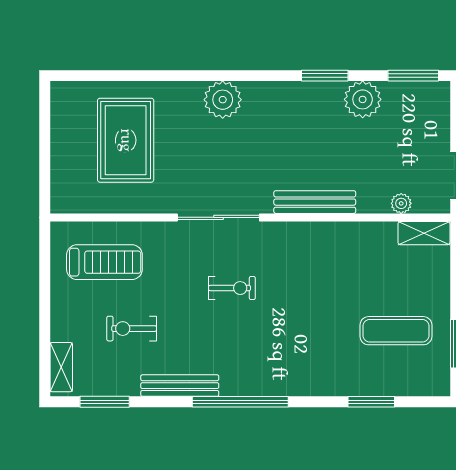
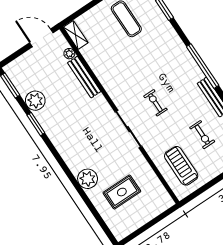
plant: (223, 100) -> (88, 179), moved
rug: (126, 140) -> (122, 192), width x0.73, depth x0.70
bench: (315, 202) -> (84, 77), moved

